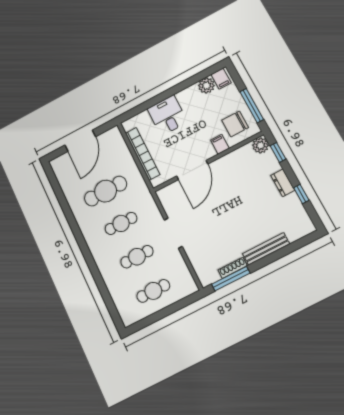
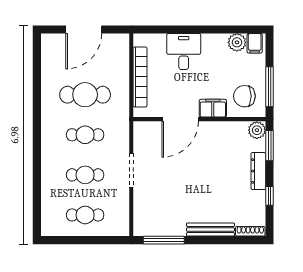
filing cabinet: (220, 144) -> (213, 108), width x2.00
window: (278, 152) -> (269, 146), width x1.50
dresser: (283, 183) -> (258, 171), width x1.44
shoe rack: (233, 268) -> (250, 231), moved

